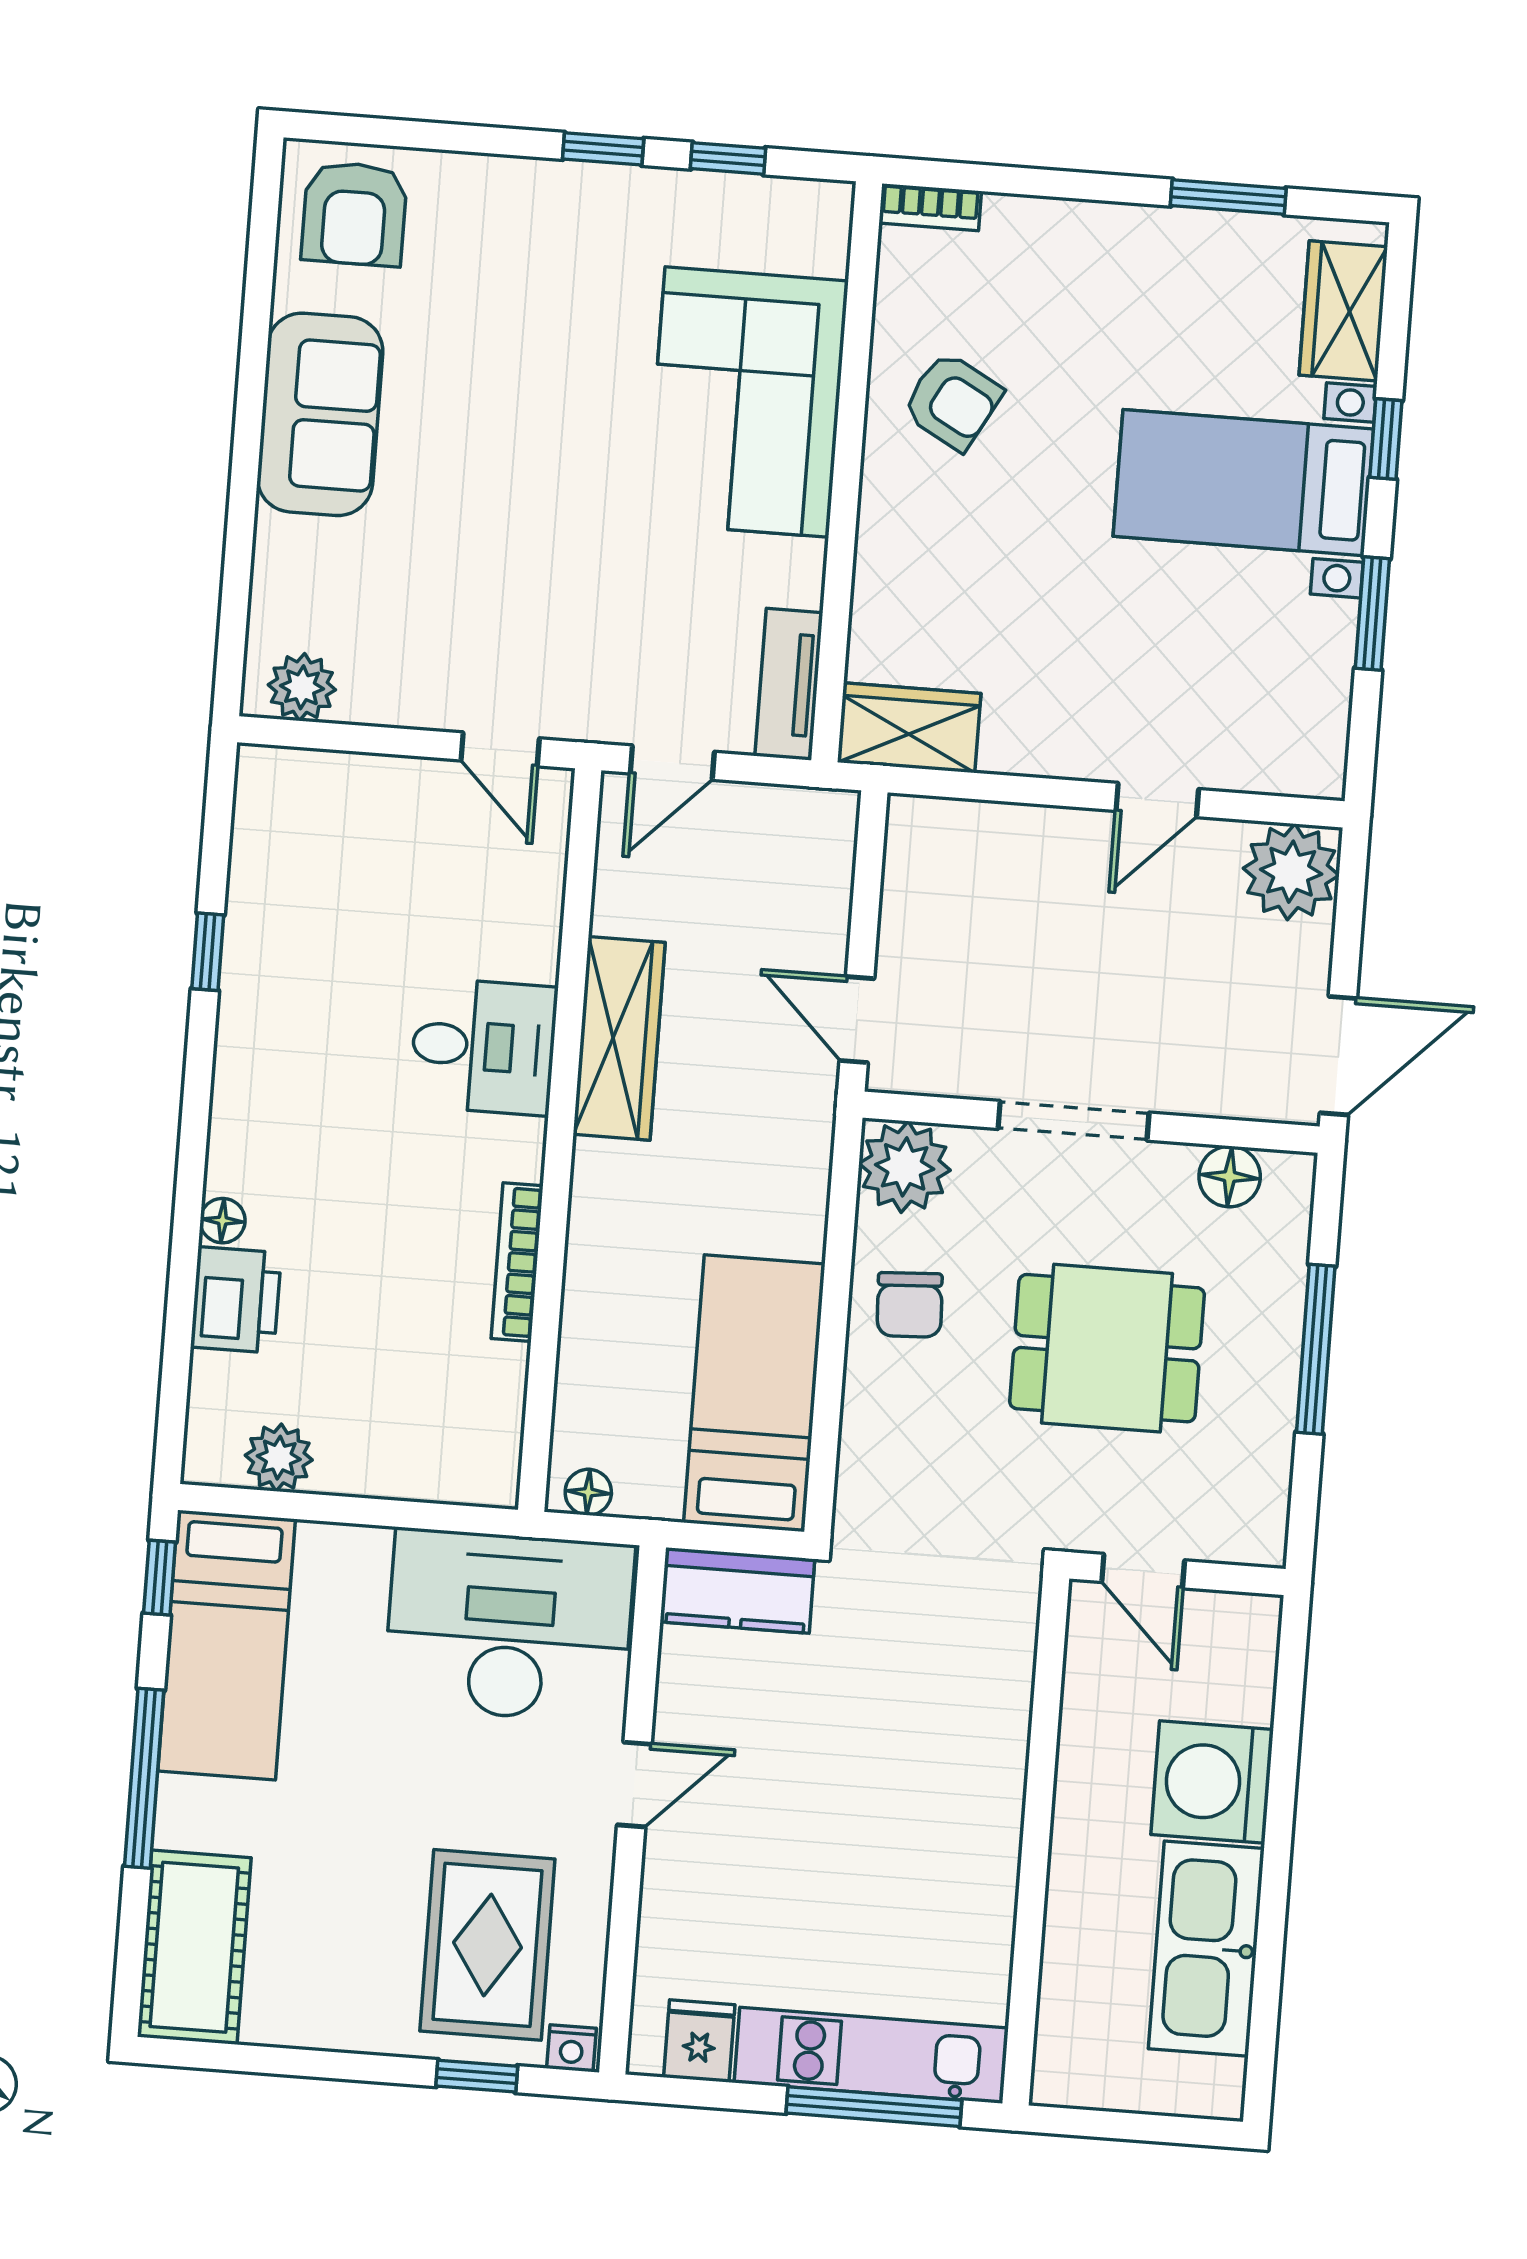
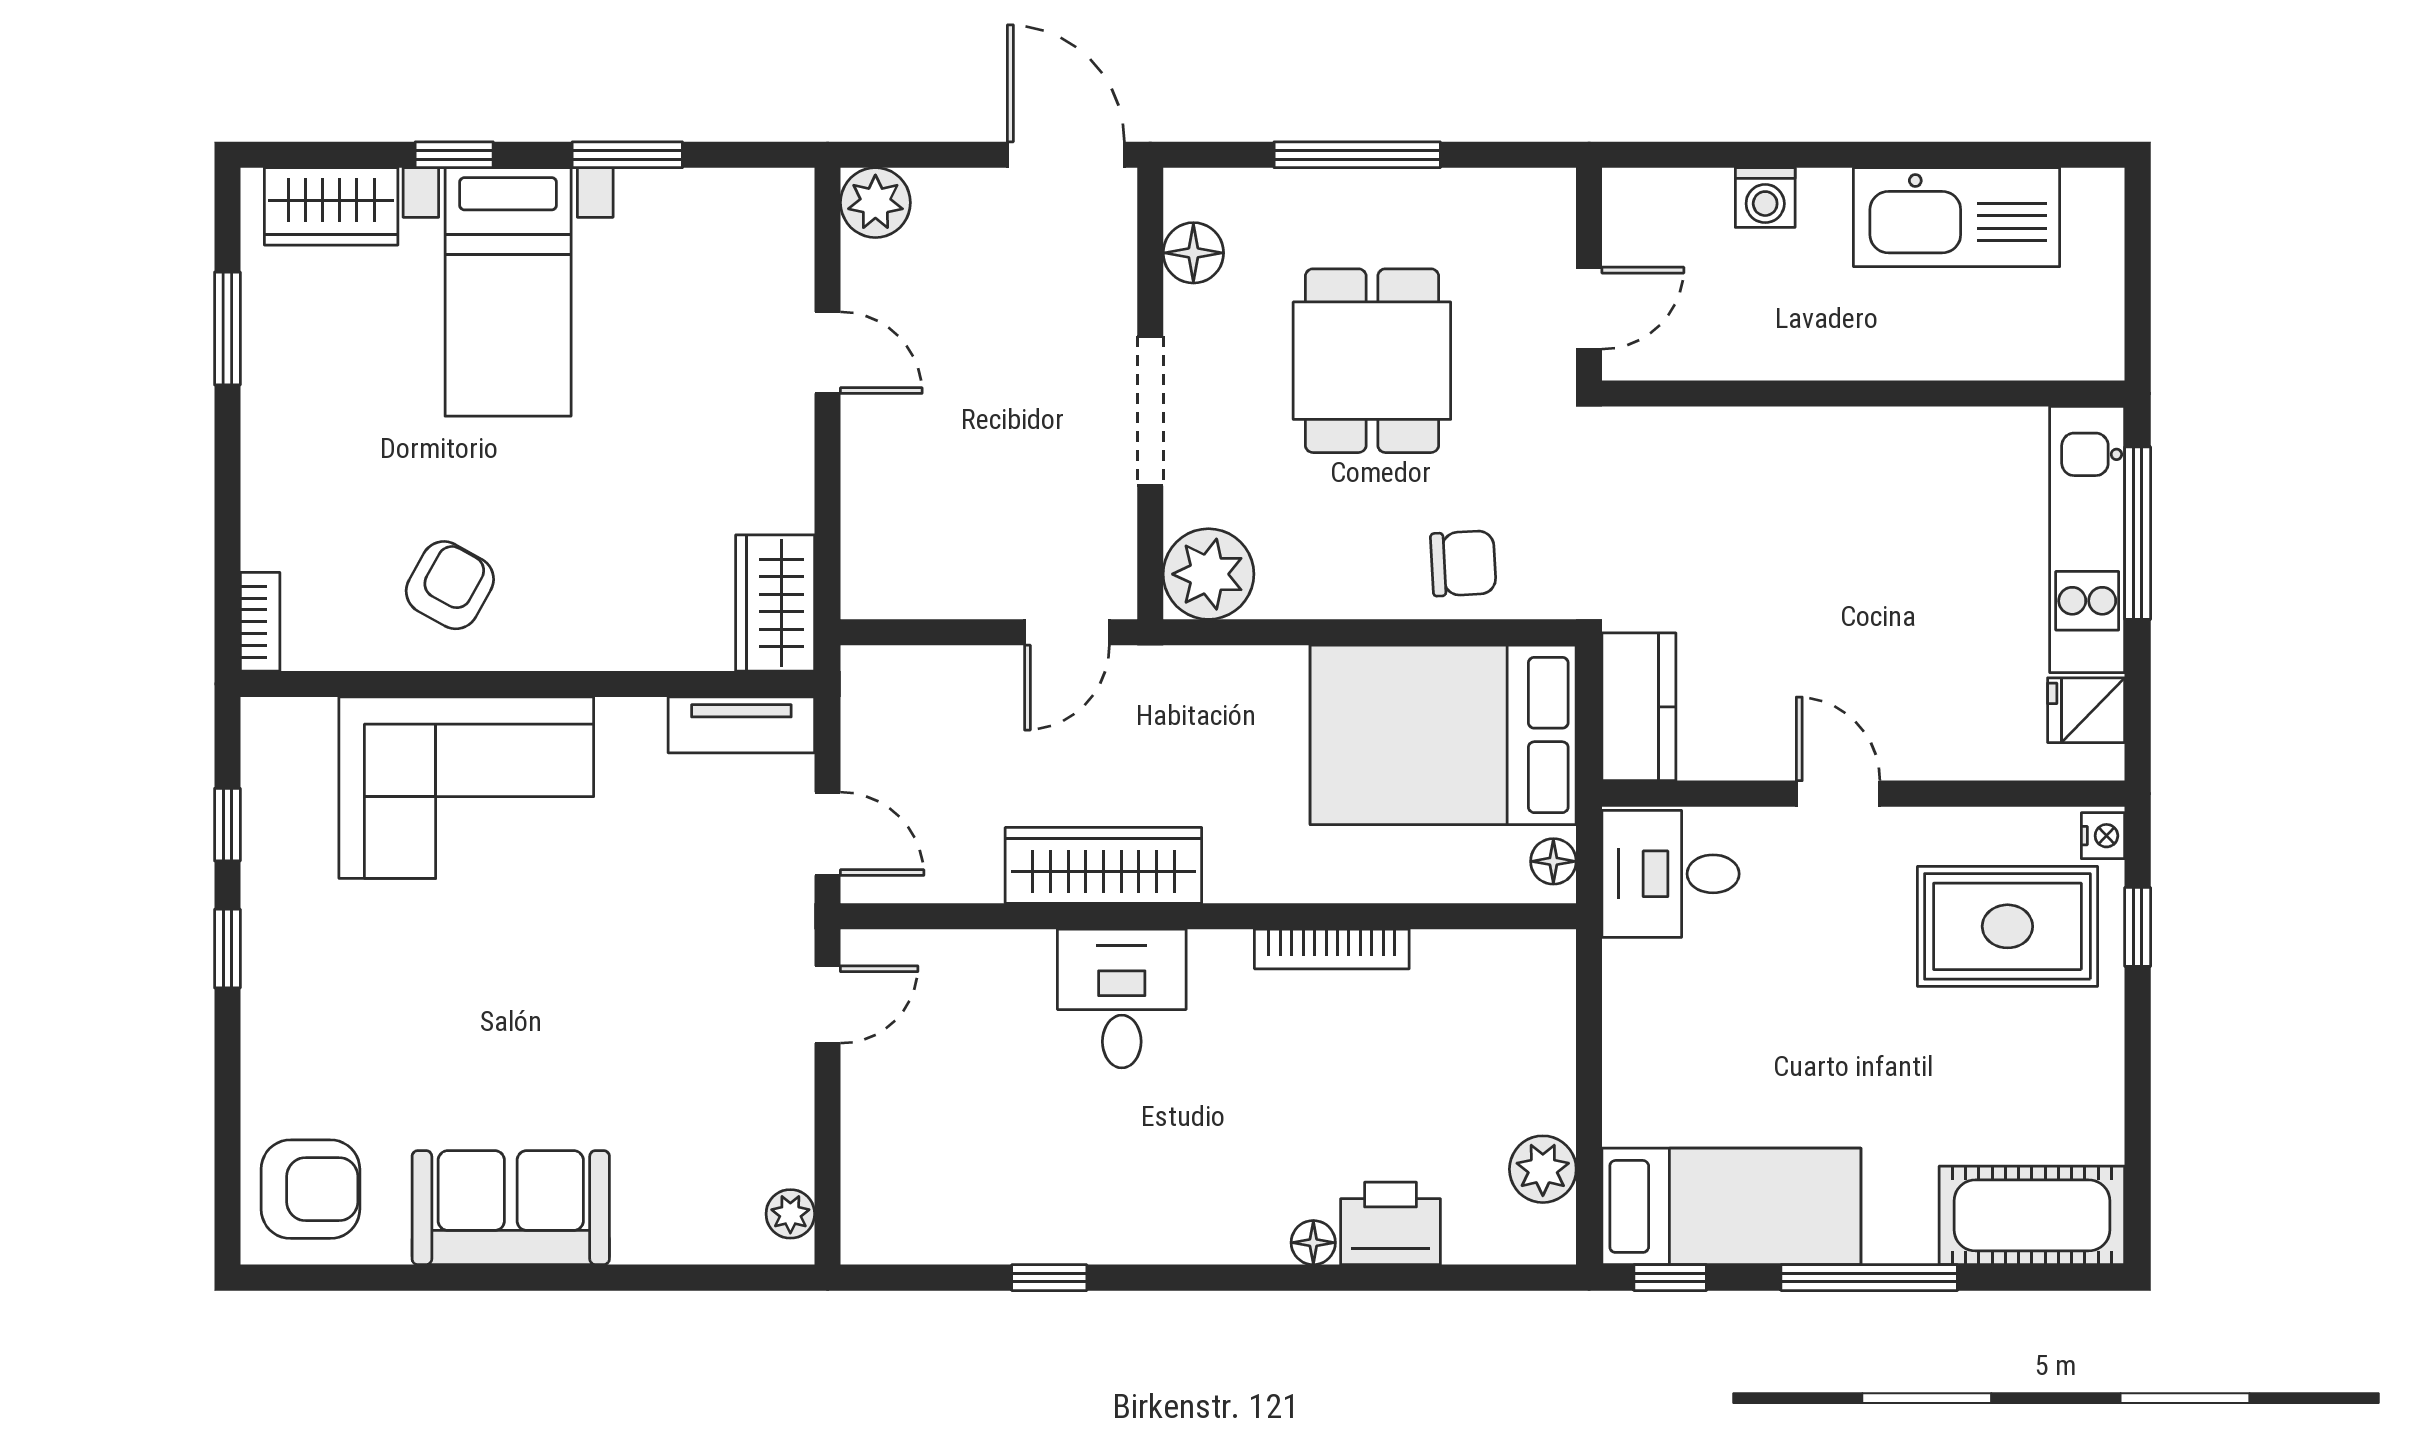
plant: (302, 687) -> (790, 1214), width x0.73, depth x0.73
plant: (1291, 872) -> (875, 203), width x0.73, depth x0.73
chair: (910, 1305) -> (1463, 563), moved
bed: (754, 1393) -> (1443, 735), width x1.50
desk: (509, 1626) -> (1671, 874), width x0.53, depth x0.77
washing machine: (1212, 1782) -> (1765, 198), width x0.53, depth x0.53

